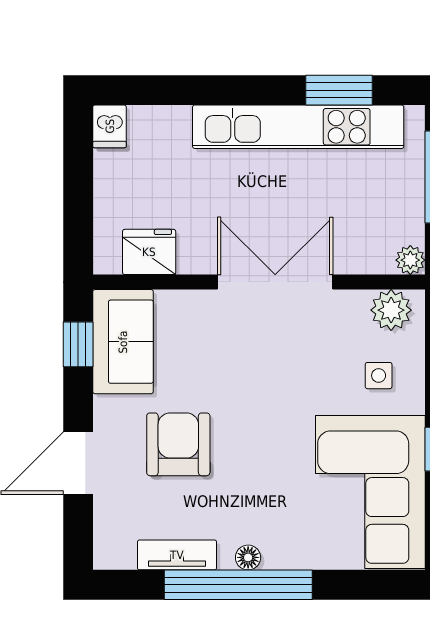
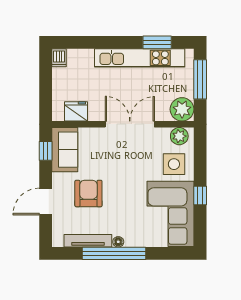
plant: (410, 260) -> (182, 109), width x1.88, depth x1.88
side table: (379, 376) -> (174, 164), width x1.87, depth x1.87
tv unit: (177, 555) -> (88, 241), width x1.41

